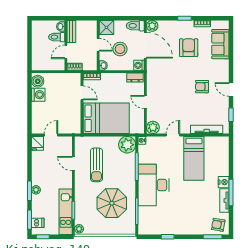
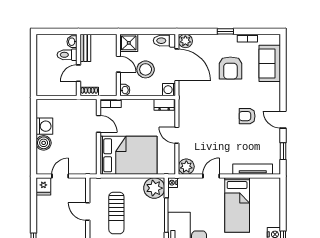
armchair: (189, 48) -> (230, 68), turned 180
boiler: (38, 81) -> (44, 143), moved

